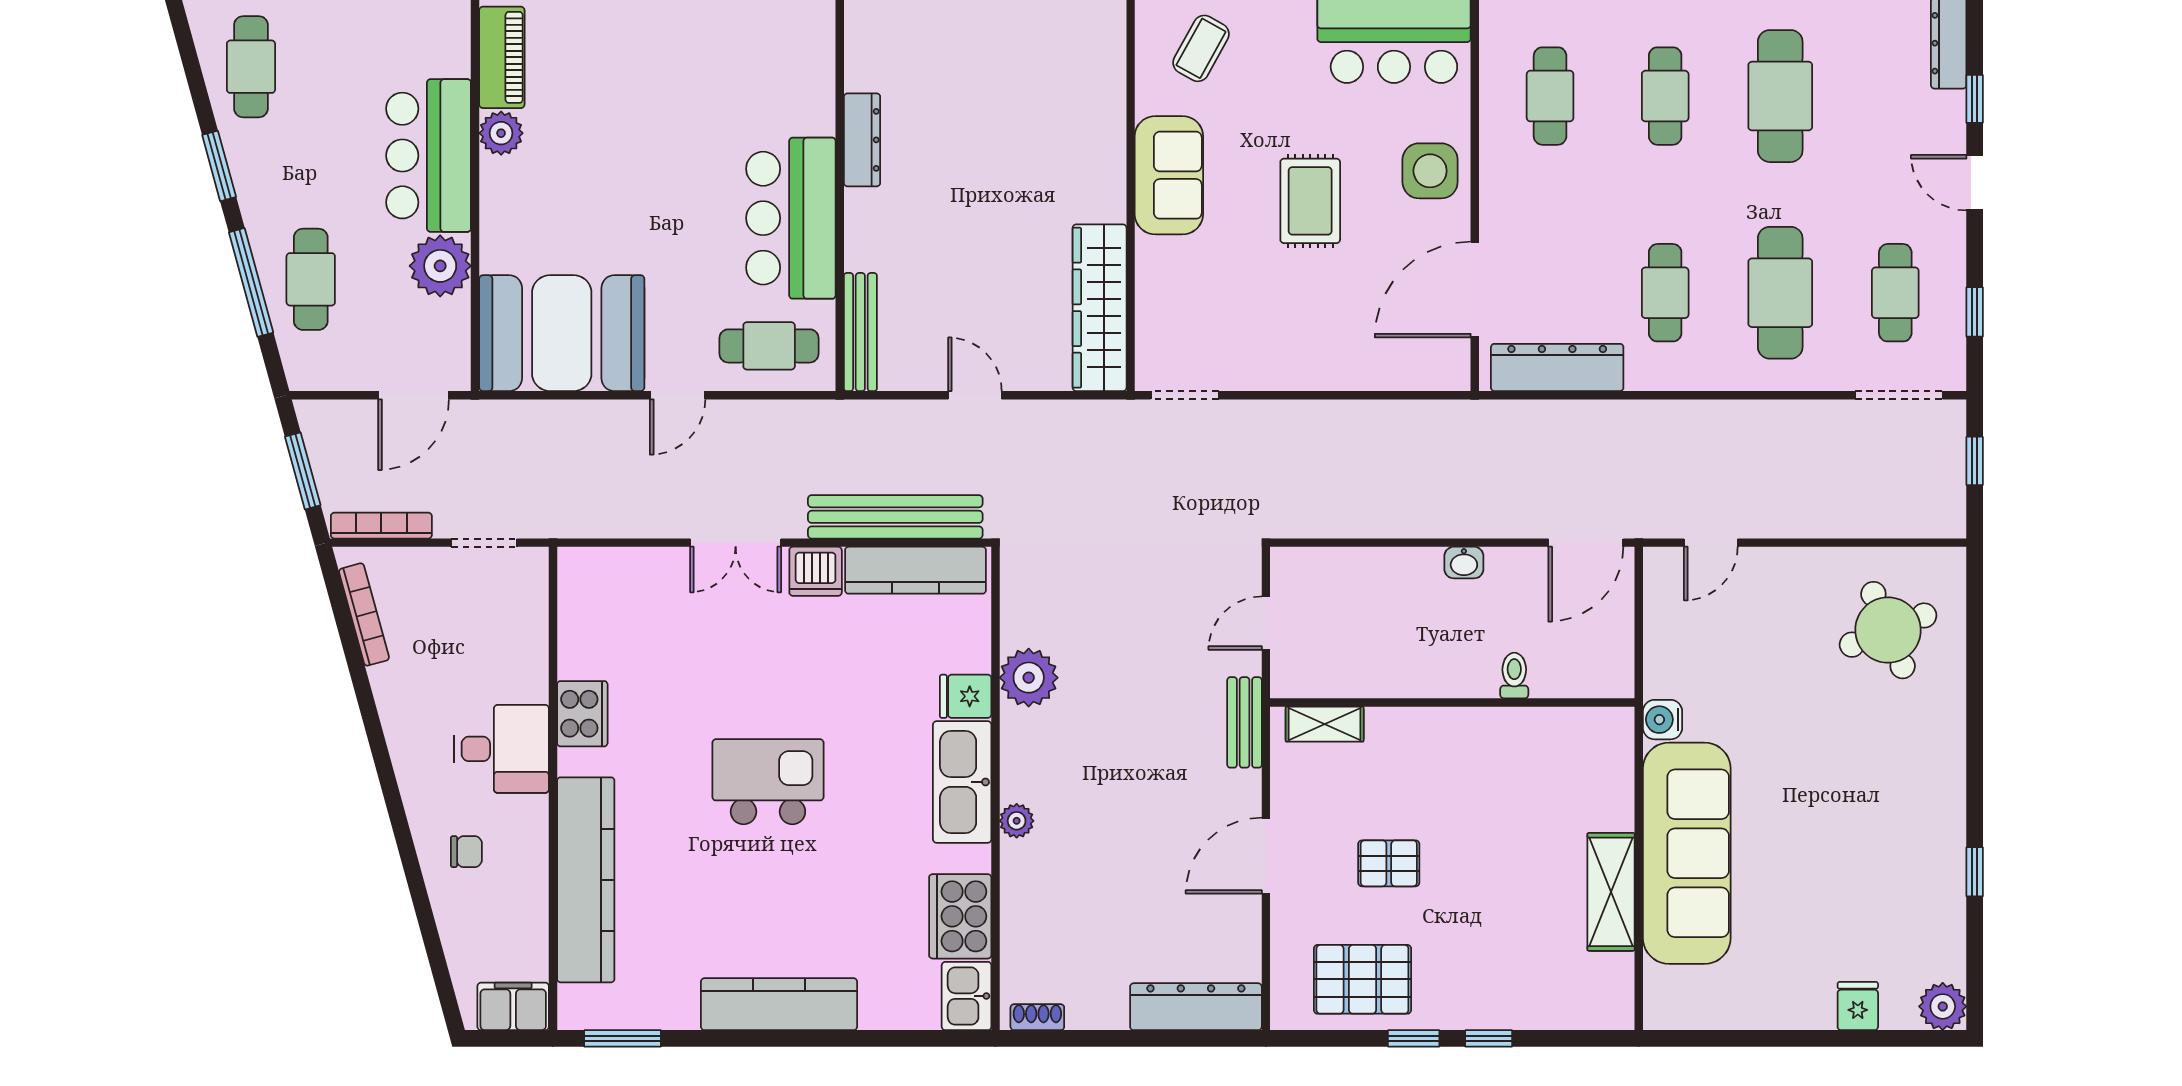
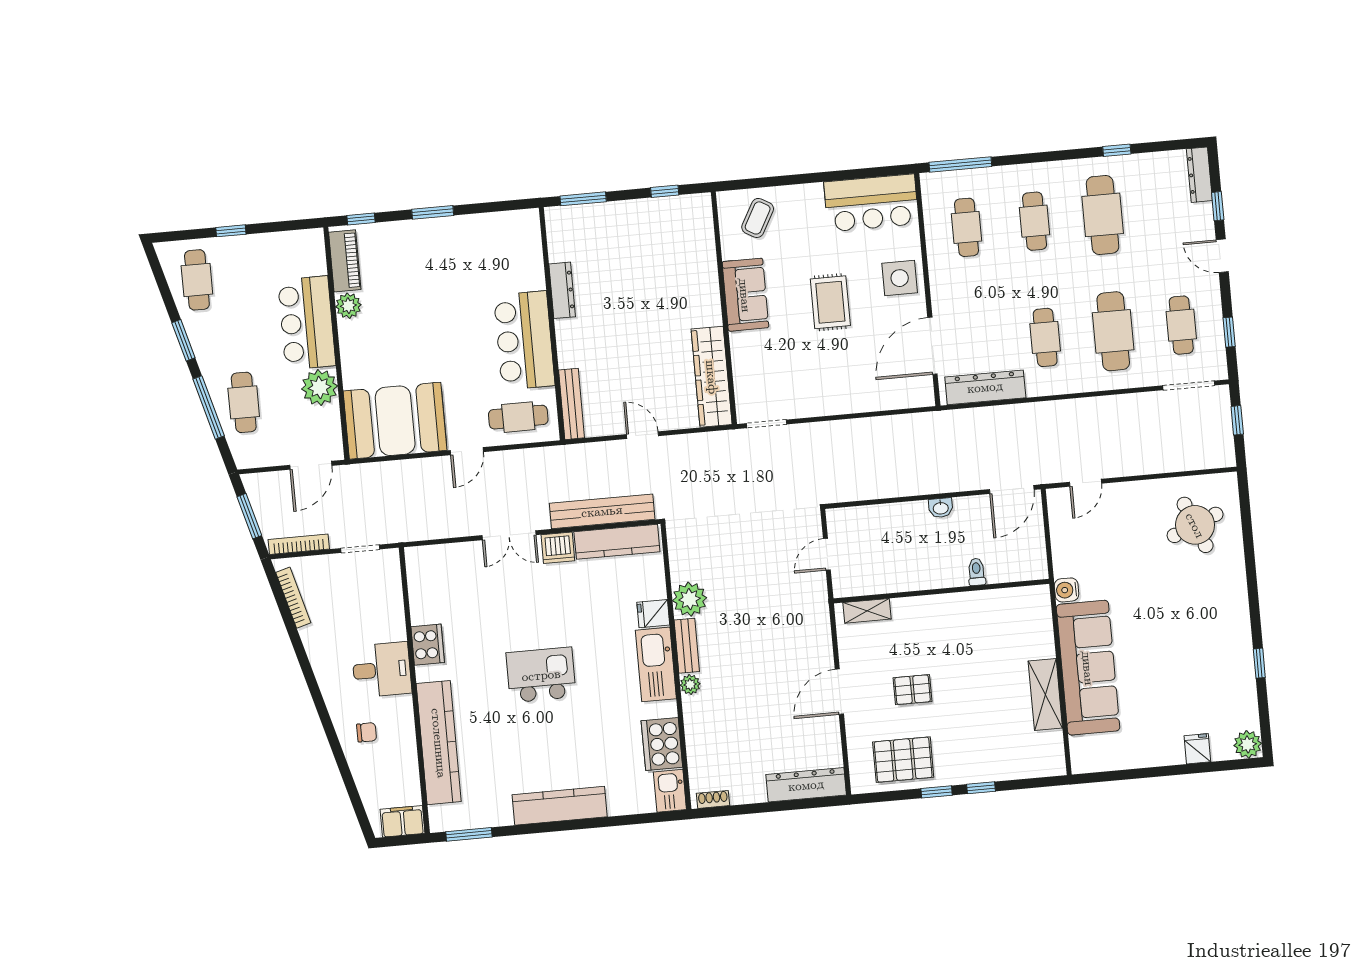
bench: (1244, 722) -> (687, 646), moved

